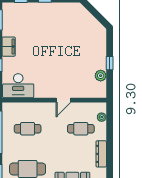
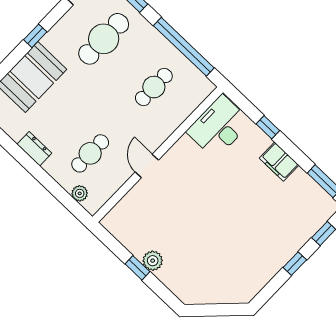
plant: (101, 76) -> (153, 261), moved
dresser: (101, 154) -> (34, 149), width x0.70

